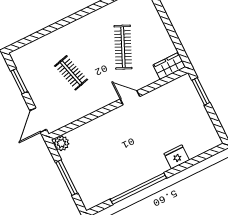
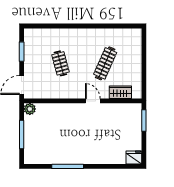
wardrobe: (169, 66) -> (120, 92), moved
fridge: (177, 157) -> (134, 158), moved
window: (138, 189) -> (68, 166), width x0.68

